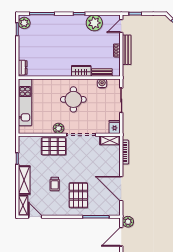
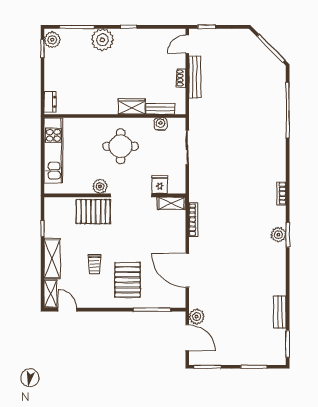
plant: (94, 23) -> (102, 40), moved
fridge: (115, 127) -> (160, 185), moved
door: (121, 237) -> (187, 338), swing flipped

